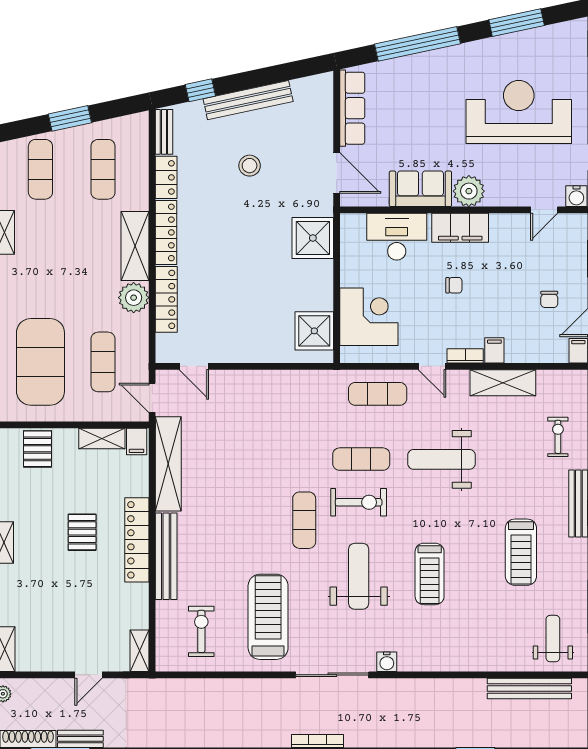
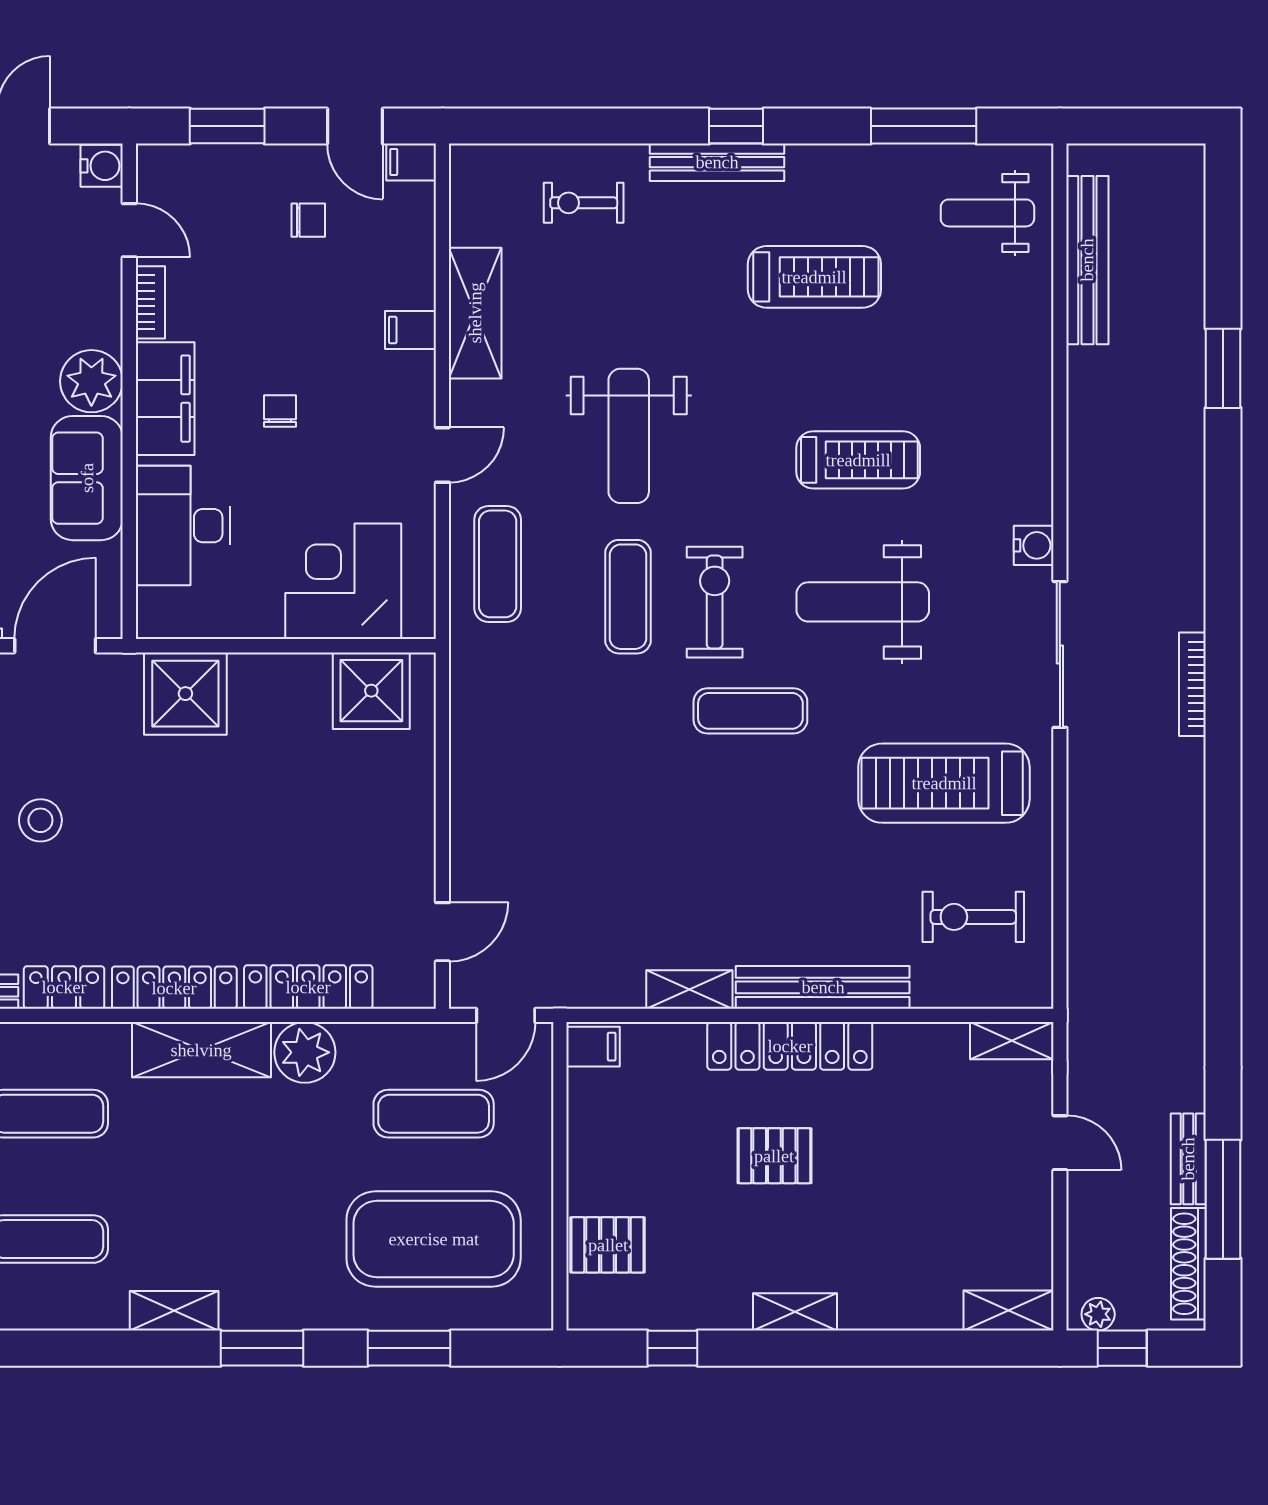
bookcase: (465, 356) -> (150, 302), moved, turned 180
shelving: (102, 439) -> (587, 1116), removed
shelving: (168, 464) -> (689, 990), width x0.45, depth x0.75

